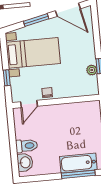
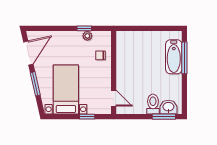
chair: (47, 93) -> (101, 55), moved
window: (14, 159) -> (164, 117), added

